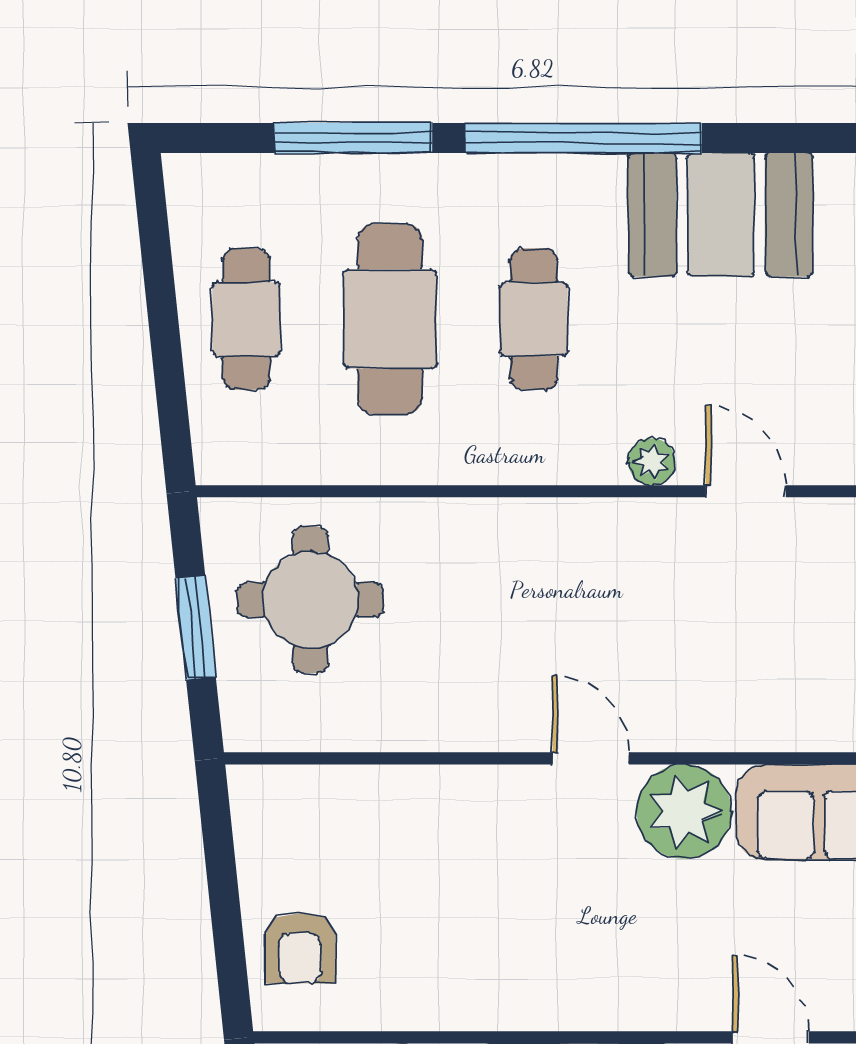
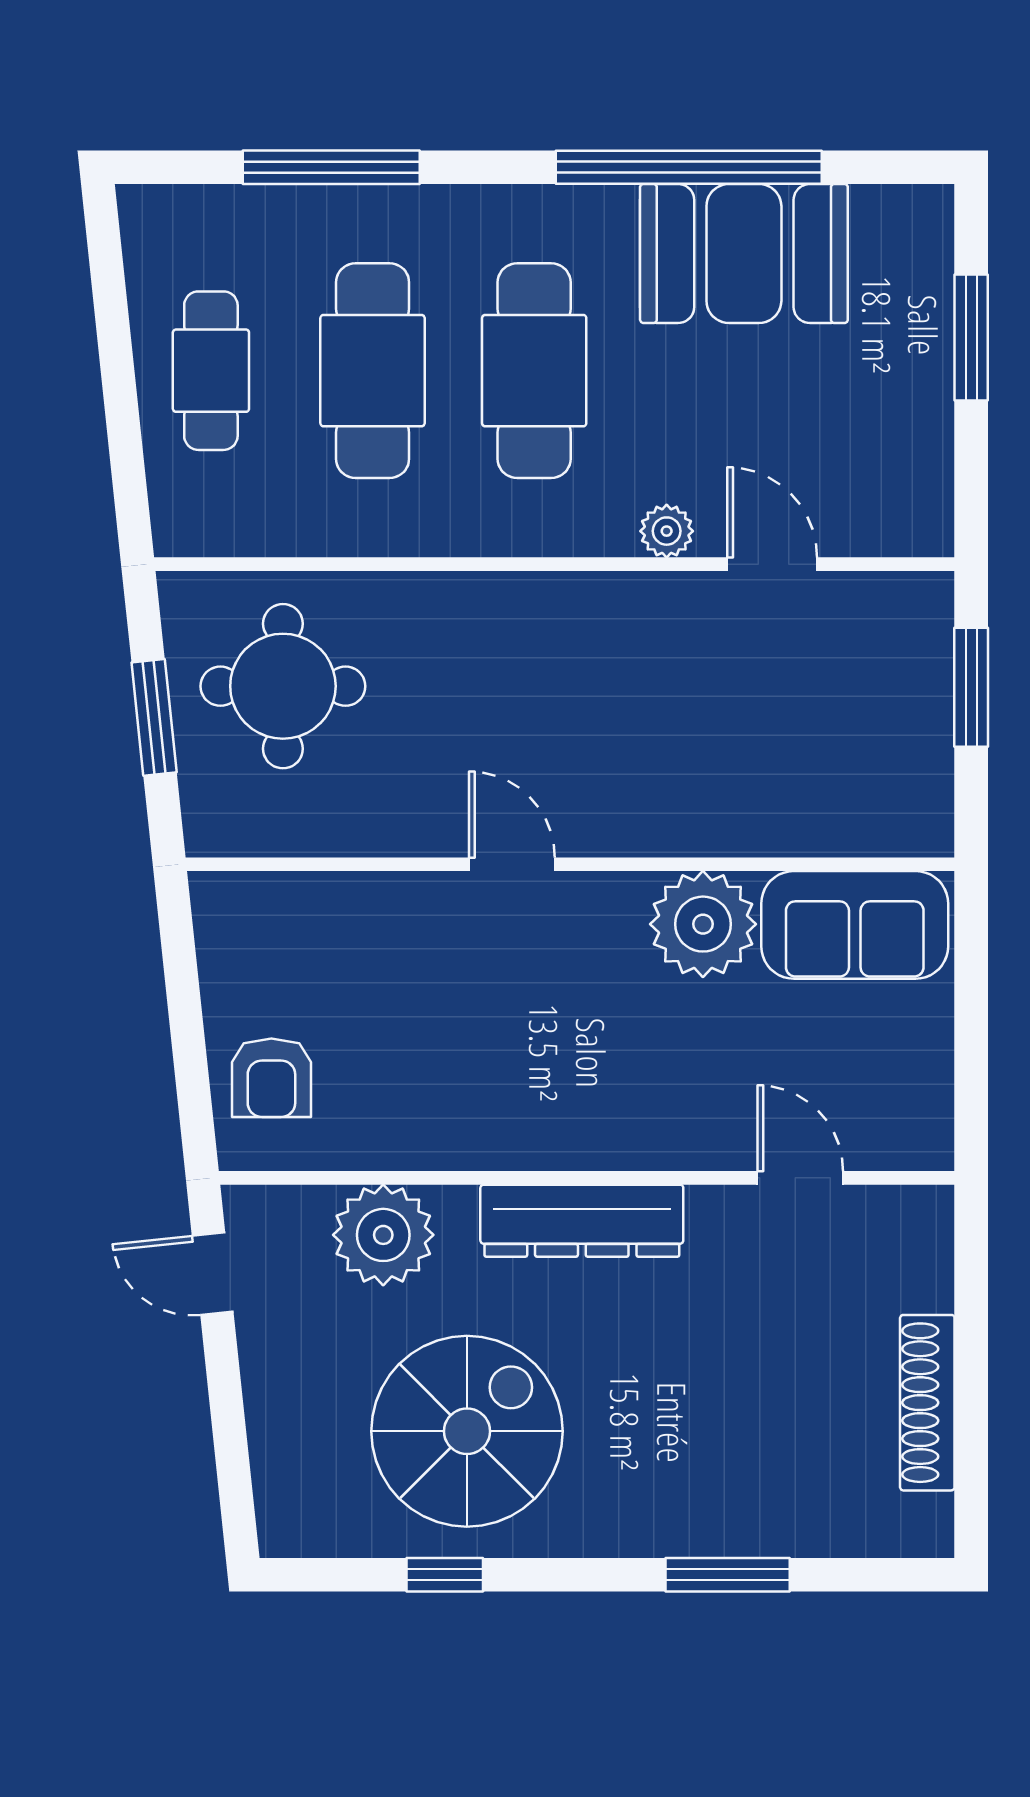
window: (583, 138) -> (689, 167), moved
cafe table: (534, 319) -> (534, 371), width x1.37, depth x1.35
door: (591, 758) -> (512, 864), moved

